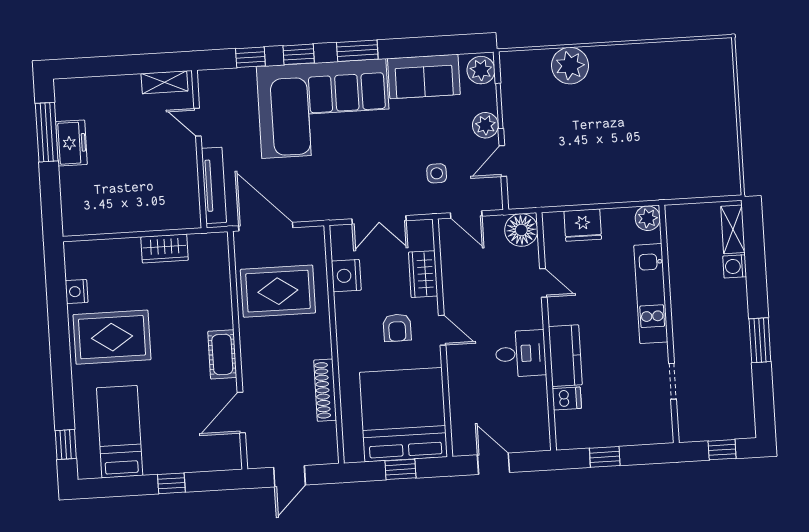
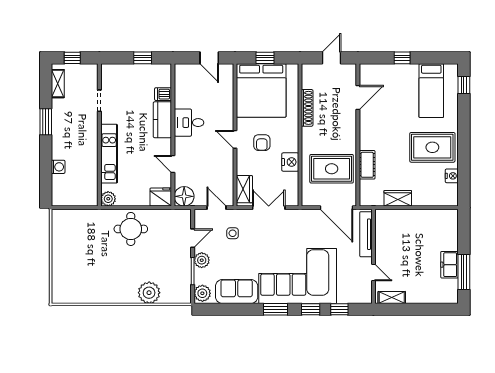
round table: (607, 170) -> (131, 229), added
fridge: (583, 225) -> (161, 197), moved
shelving: (733, 229) -> (58, 84), moved
wardrobe: (423, 274) -> (244, 189), moved
nightstand: (346, 276) -> (290, 162), moved
armchair: (397, 328) -> (262, 143), turned 180
cot: (222, 354) -> (367, 165), moved

